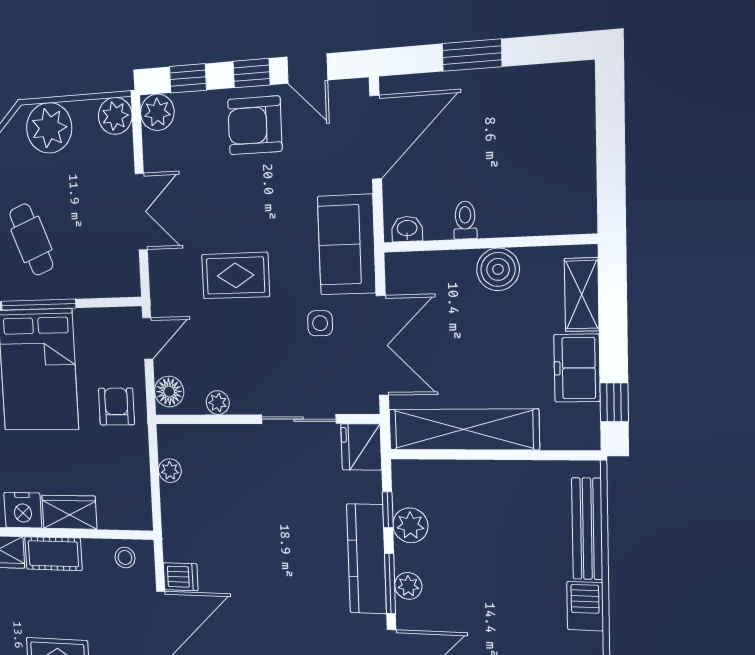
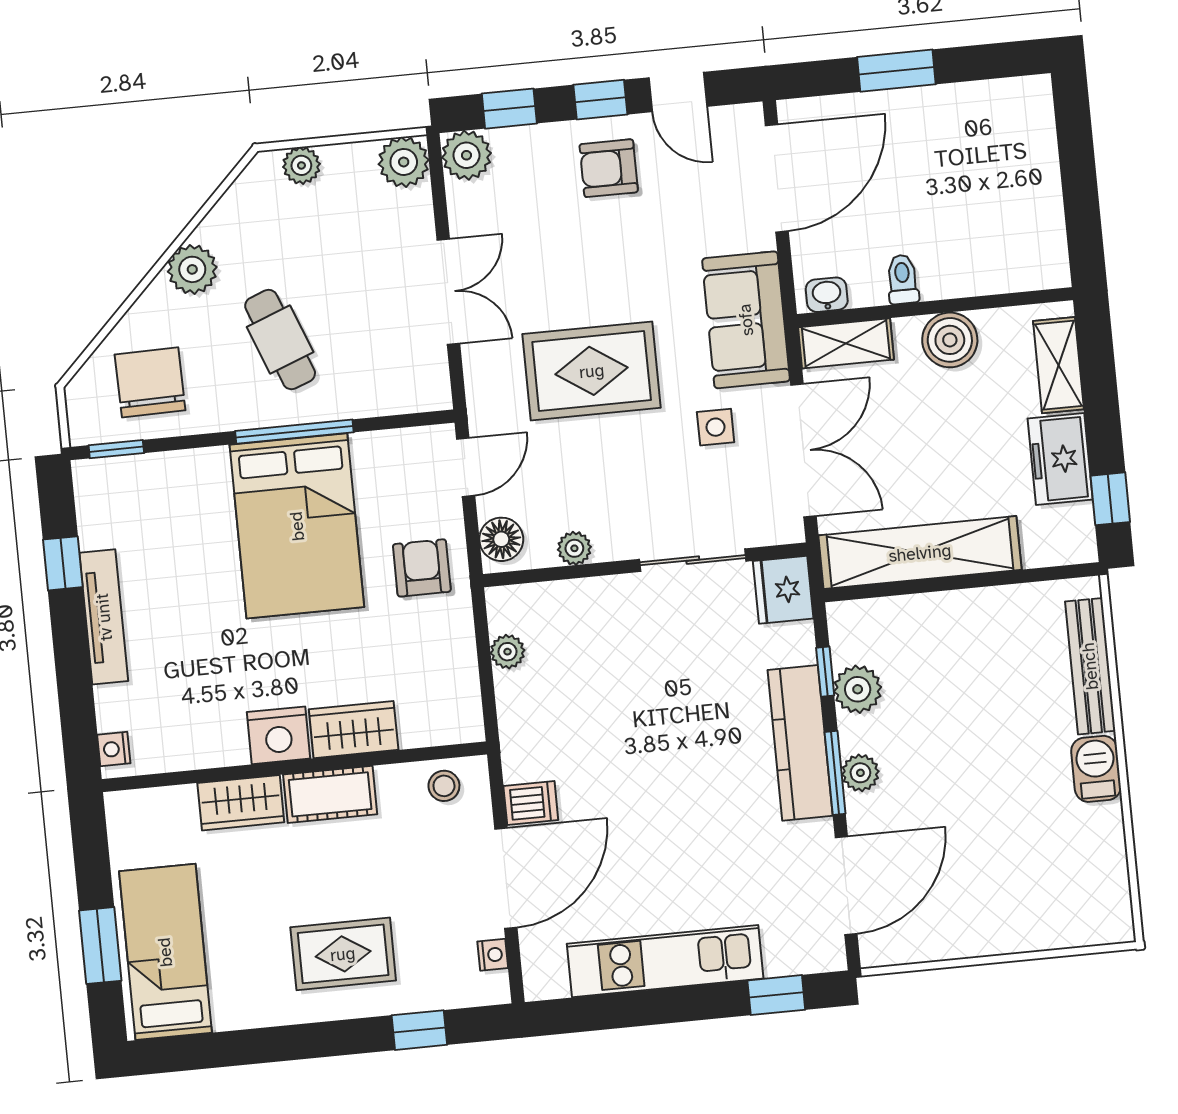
armchair: (255, 125) -> (609, 168), width x0.72, depth x0.72
plant: (49, 128) -> (301, 165), width x0.53, depth x0.53
shelving: (419, 267) -> (846, 343), added
rug: (236, 276) -> (592, 371), width x1.36, depth x1.43

